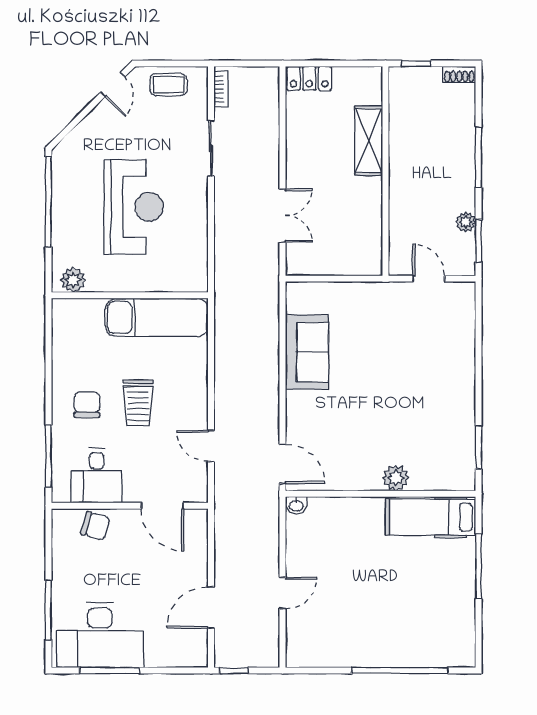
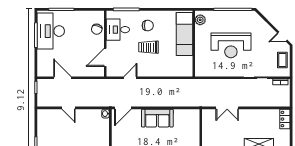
exam couch: (157, 317) -> (184, 34), moved
sofa: (307, 352) -> (157, 118), moved

